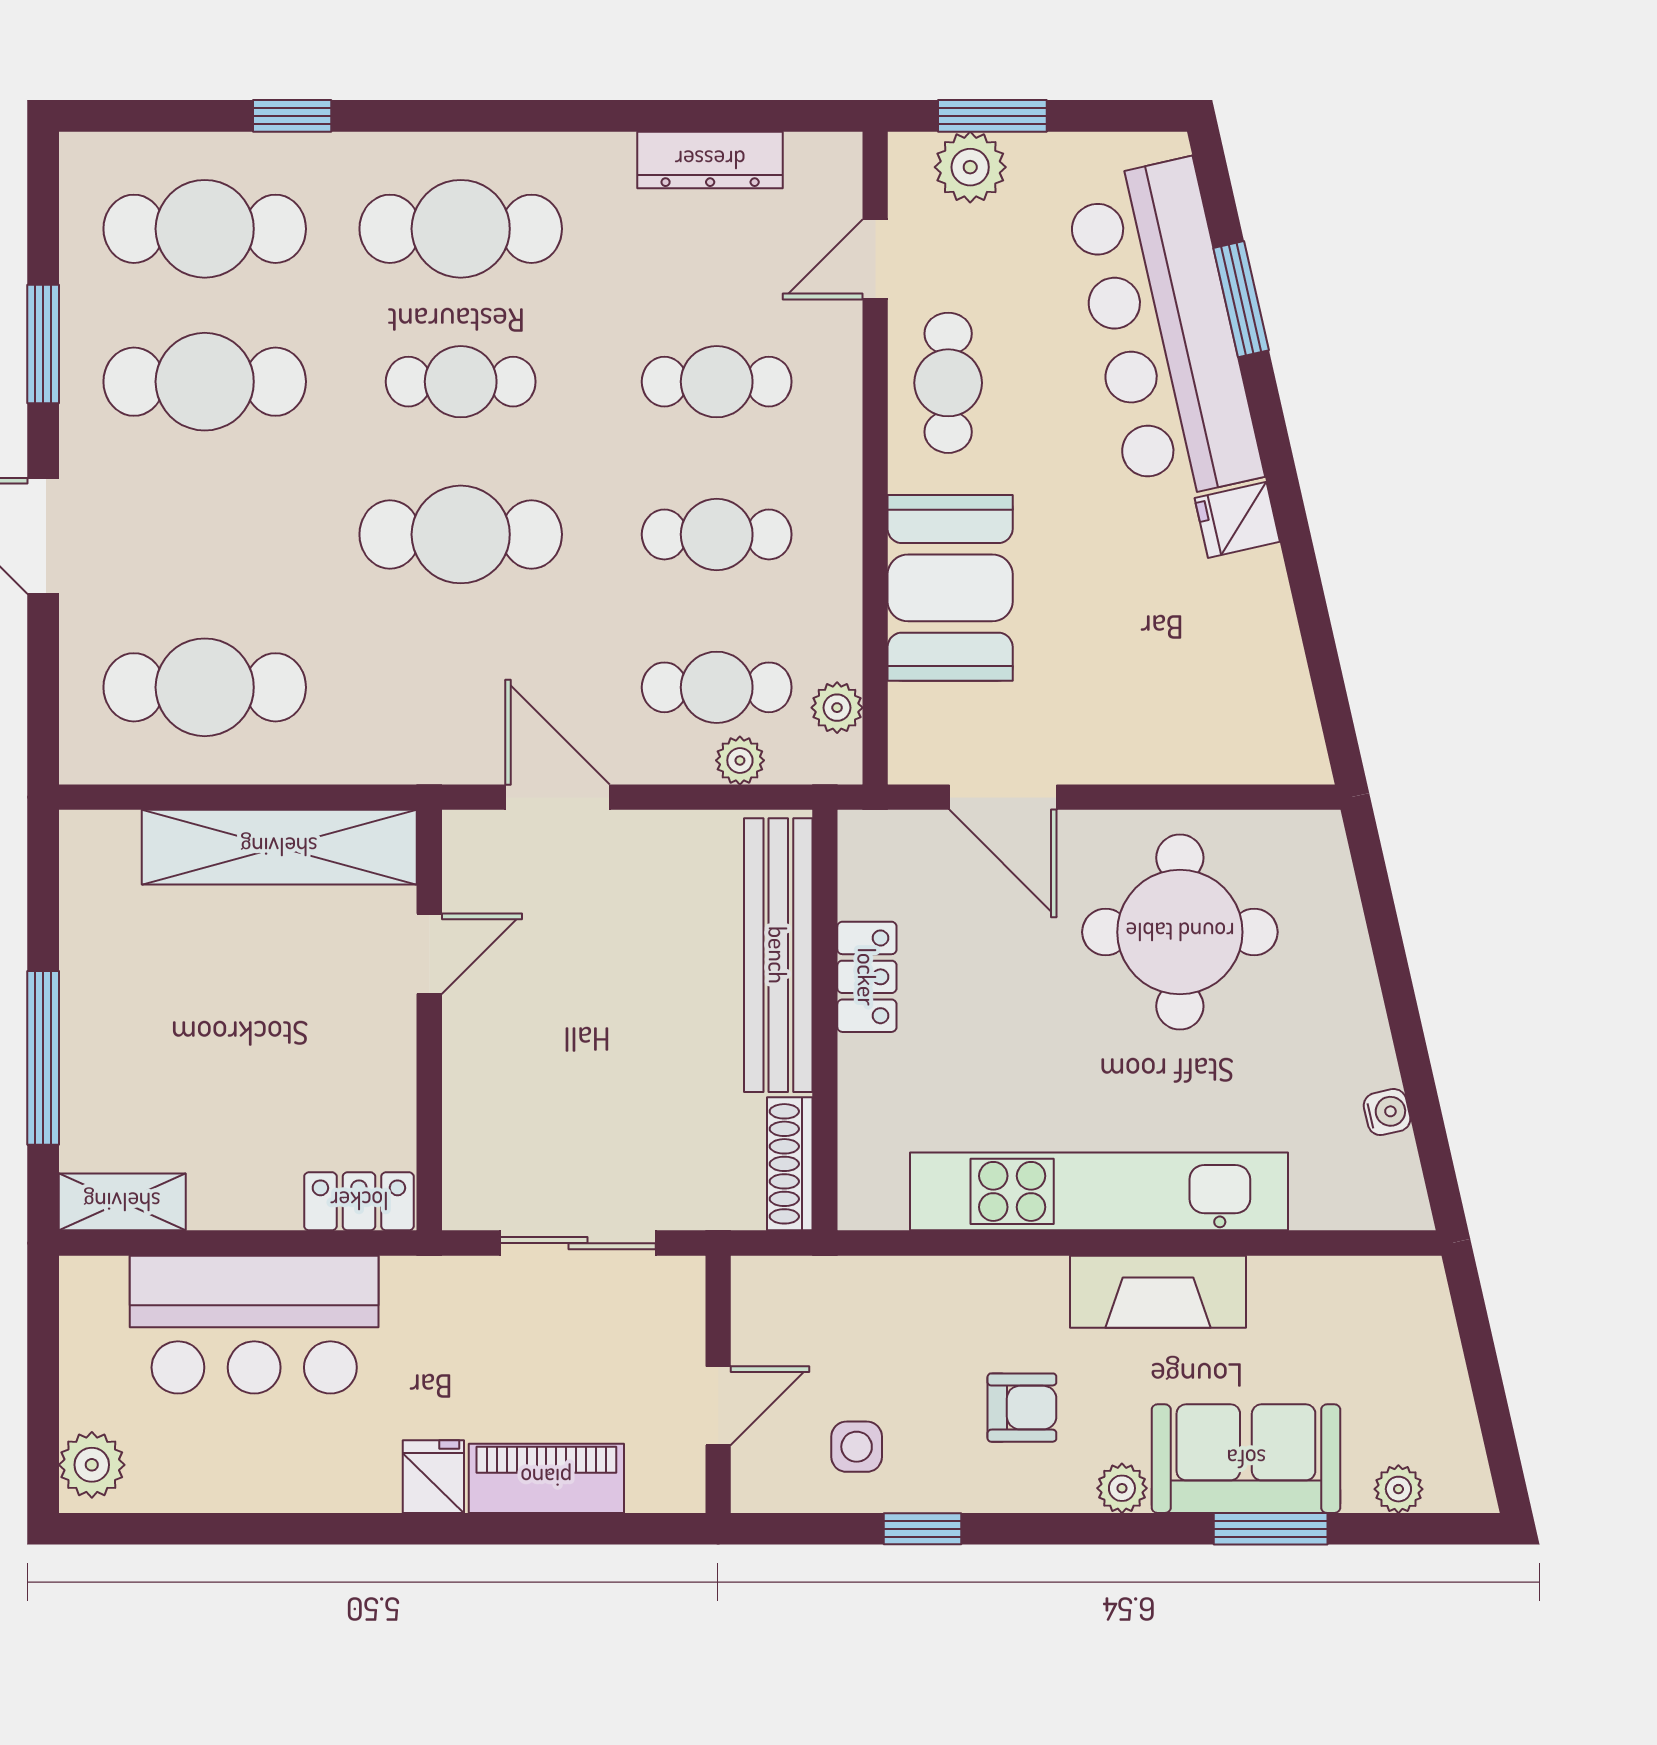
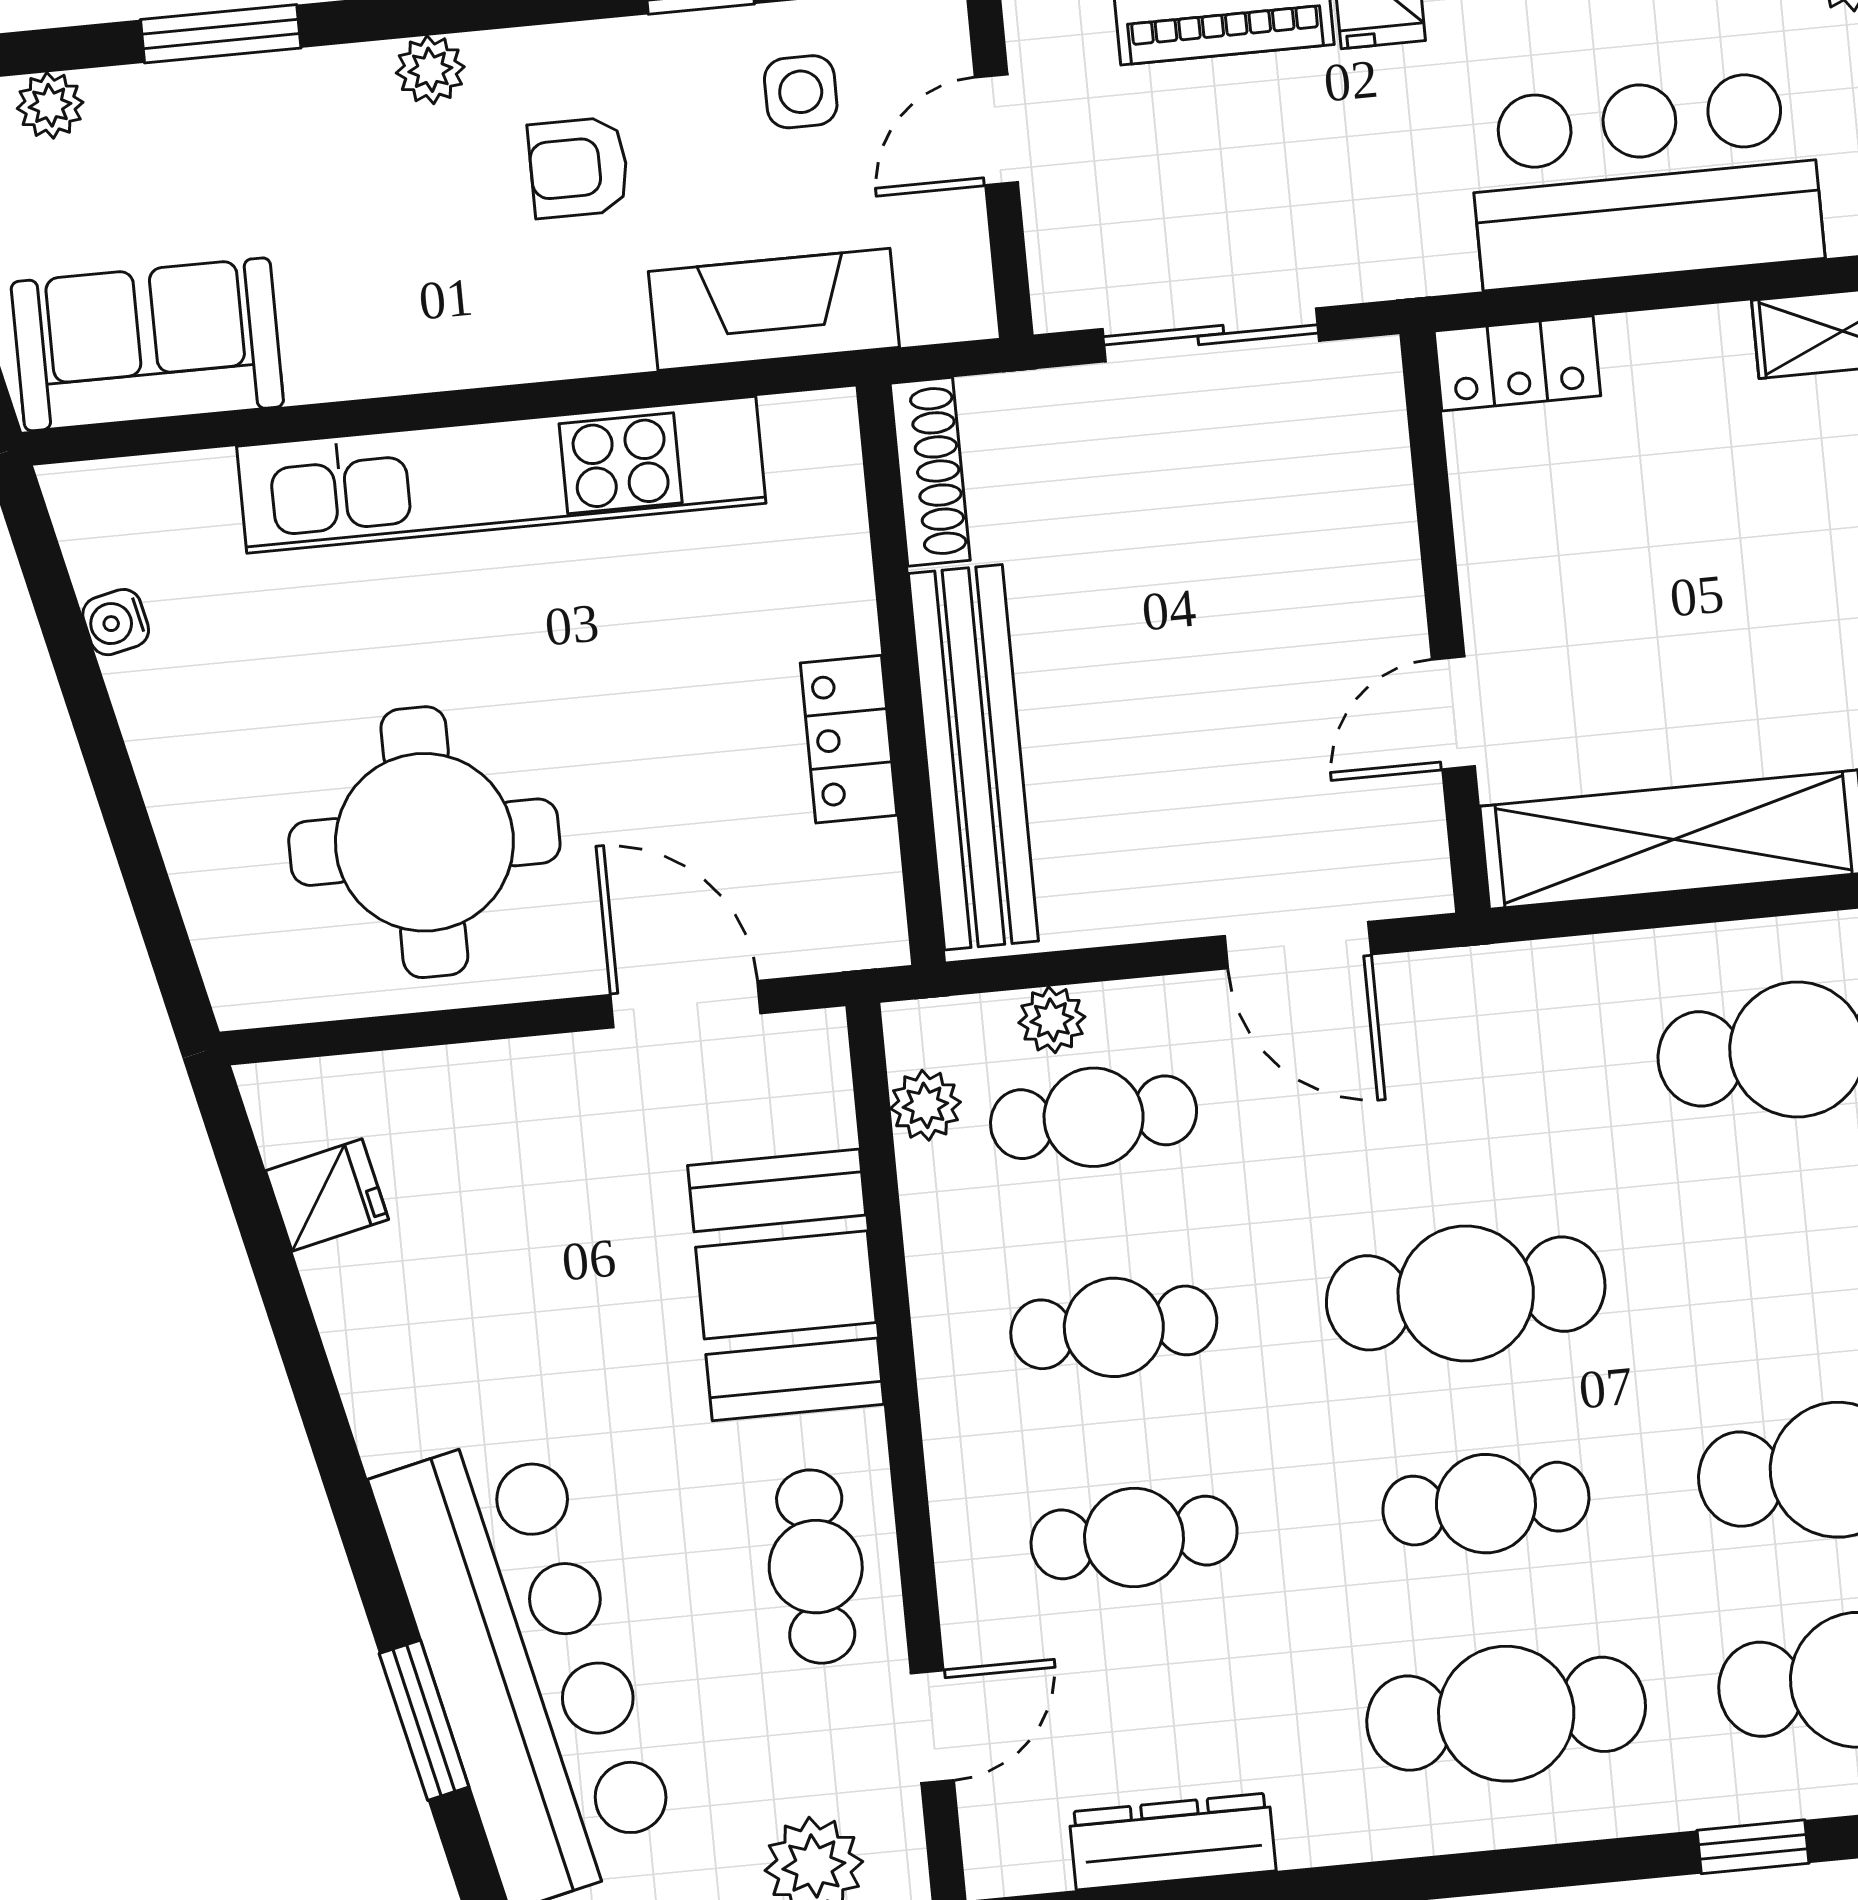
fridge: (1237, 520) -> (327, 1195), moved
fireplace: (1158, 1292) -> (774, 309), moved
sofa: (1246, 1459) -> (147, 344), moved, turned 180

